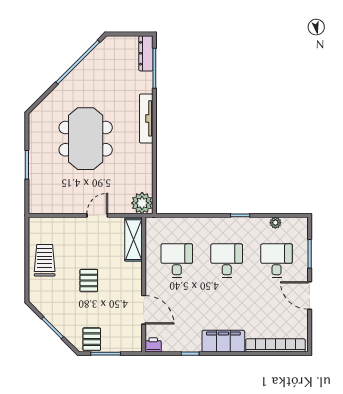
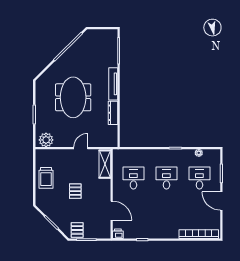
dresser: (146, 53) -> (113, 113), moved
plant: (142, 203) -> (46, 140), moved
trolley: (45, 260) -> (46, 178), turned 180
filing cabinet: (223, 341) -> (164, 231), removed

